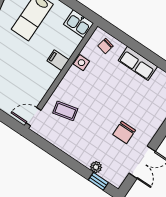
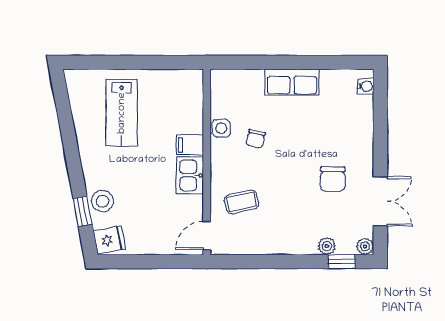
kitchen sink: (79, 24) -> (190, 175), moved, turned 90
chair: (105, 46) -> (256, 139), moved
plant: (117, 182) -> (365, 246), added

